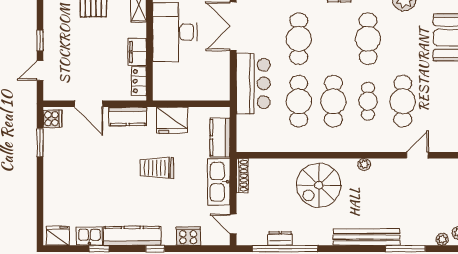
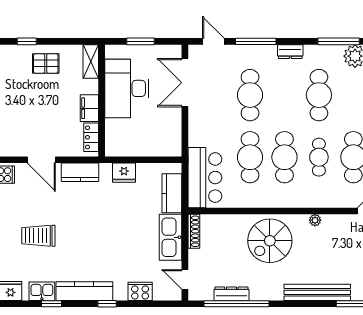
bar counter: (253, 83) -> (205, 178), moved
fridge: (172, 120) -> (124, 173), width x0.73, depth x0.75
trolley: (157, 168) -> (38, 236), moved
dresser: (280, 239) -> (231, 294), width x1.44

